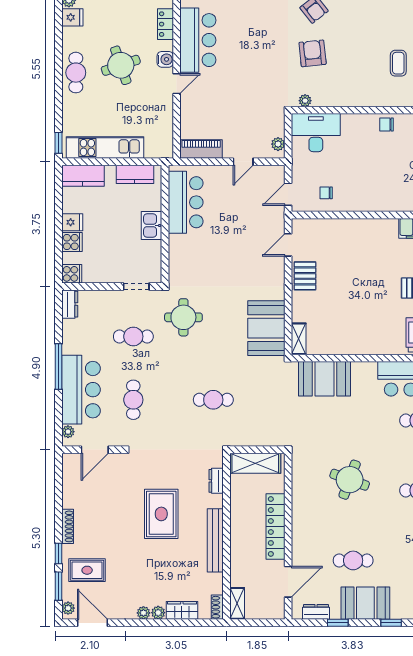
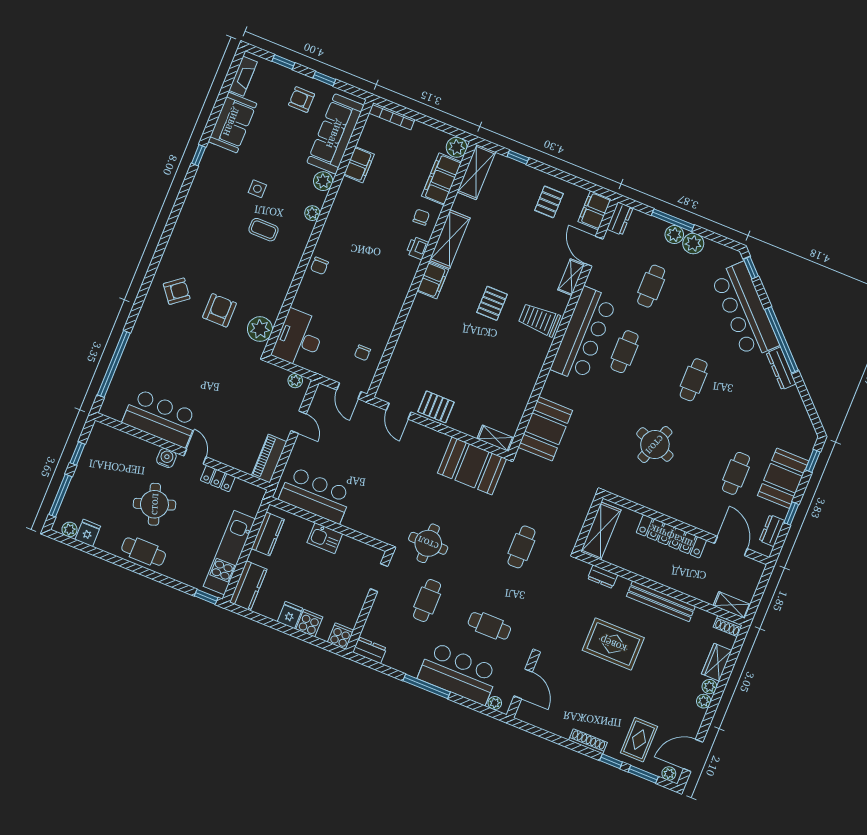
locker: (165, 24) -> (218, 479), moved
armchair: (313, 53) -> (219, 310), turned 96
plant: (305, 101) -> (260, 329), width x1.87, depth x1.87

